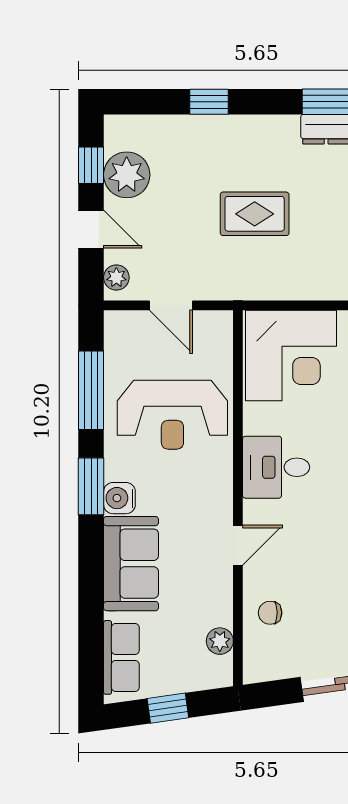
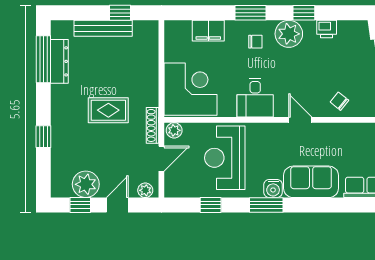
rug: (255, 214) -> (108, 110), turned 90
shoe rack: (228, 290) -> (153, 125), added
window: (91, 390) -> (211, 205), width x0.46
reception desk: (172, 415) -> (225, 158), turned 180
chair: (270, 613) -> (339, 101), turned 129
plant: (220, 641) -> (174, 130), moved

